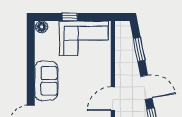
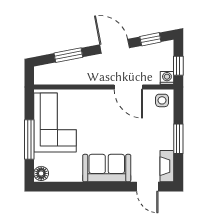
window: (70, 17) -> (29, 139), width x2.17
door: (146, 87) -> (115, 46), hinge flipped

